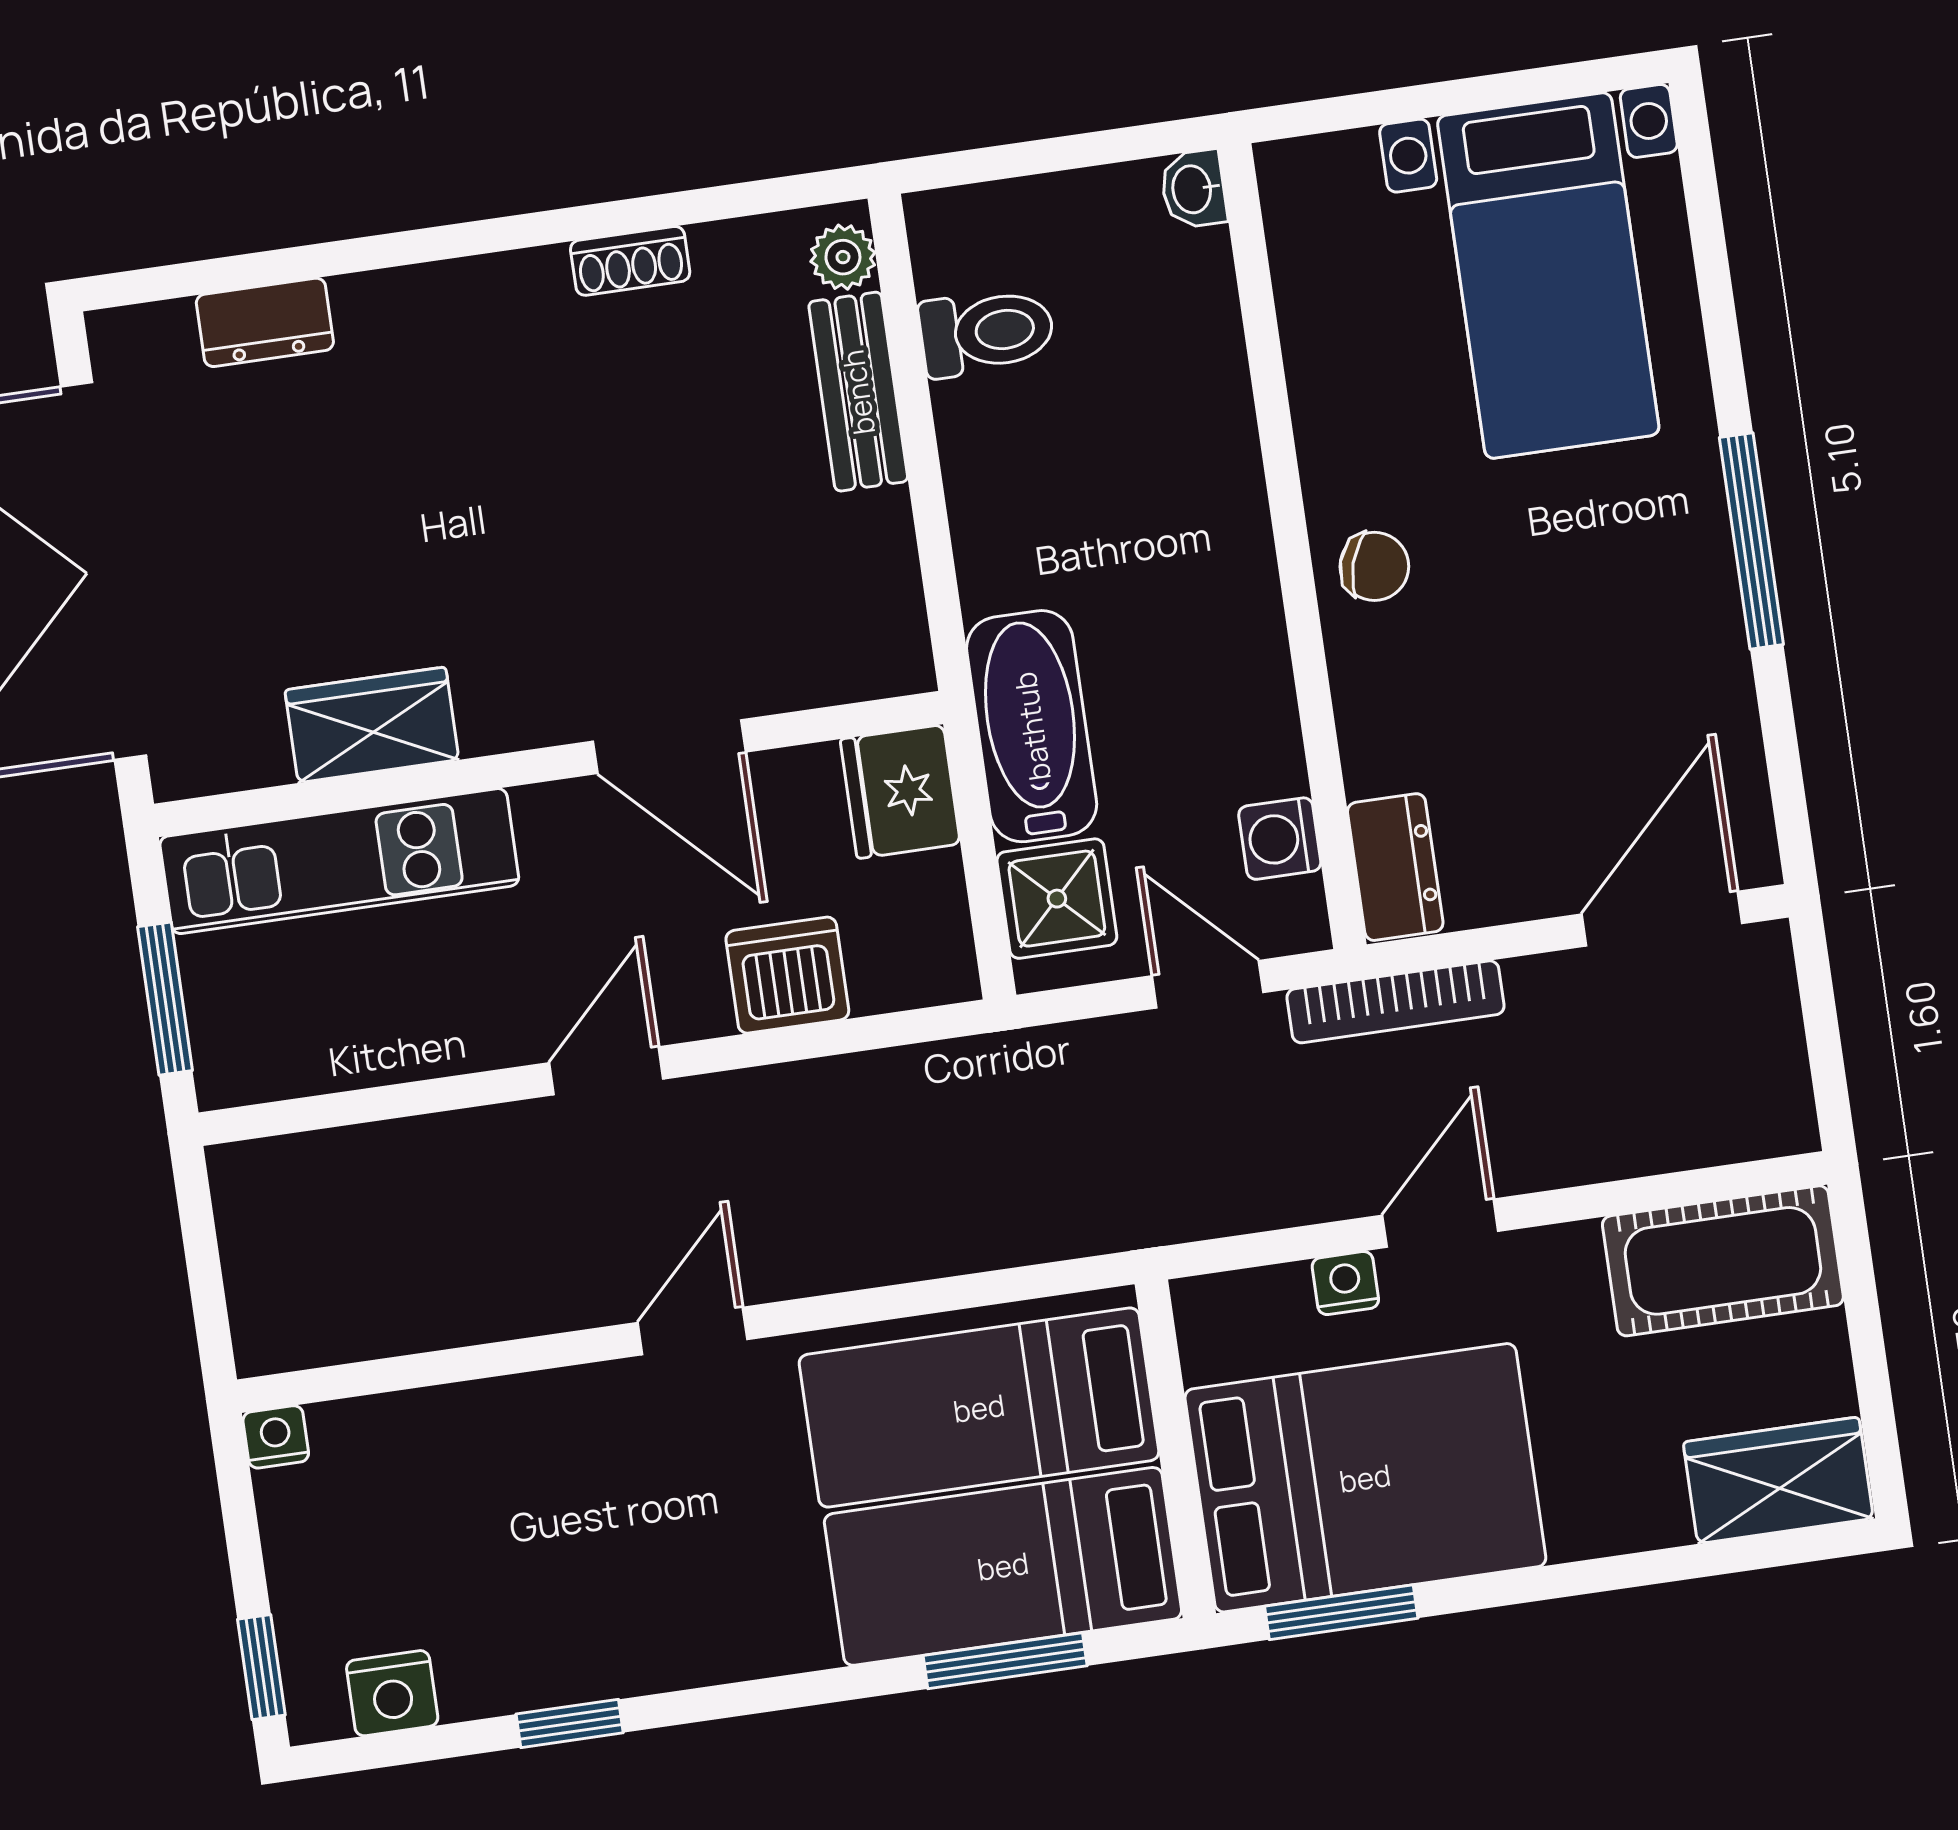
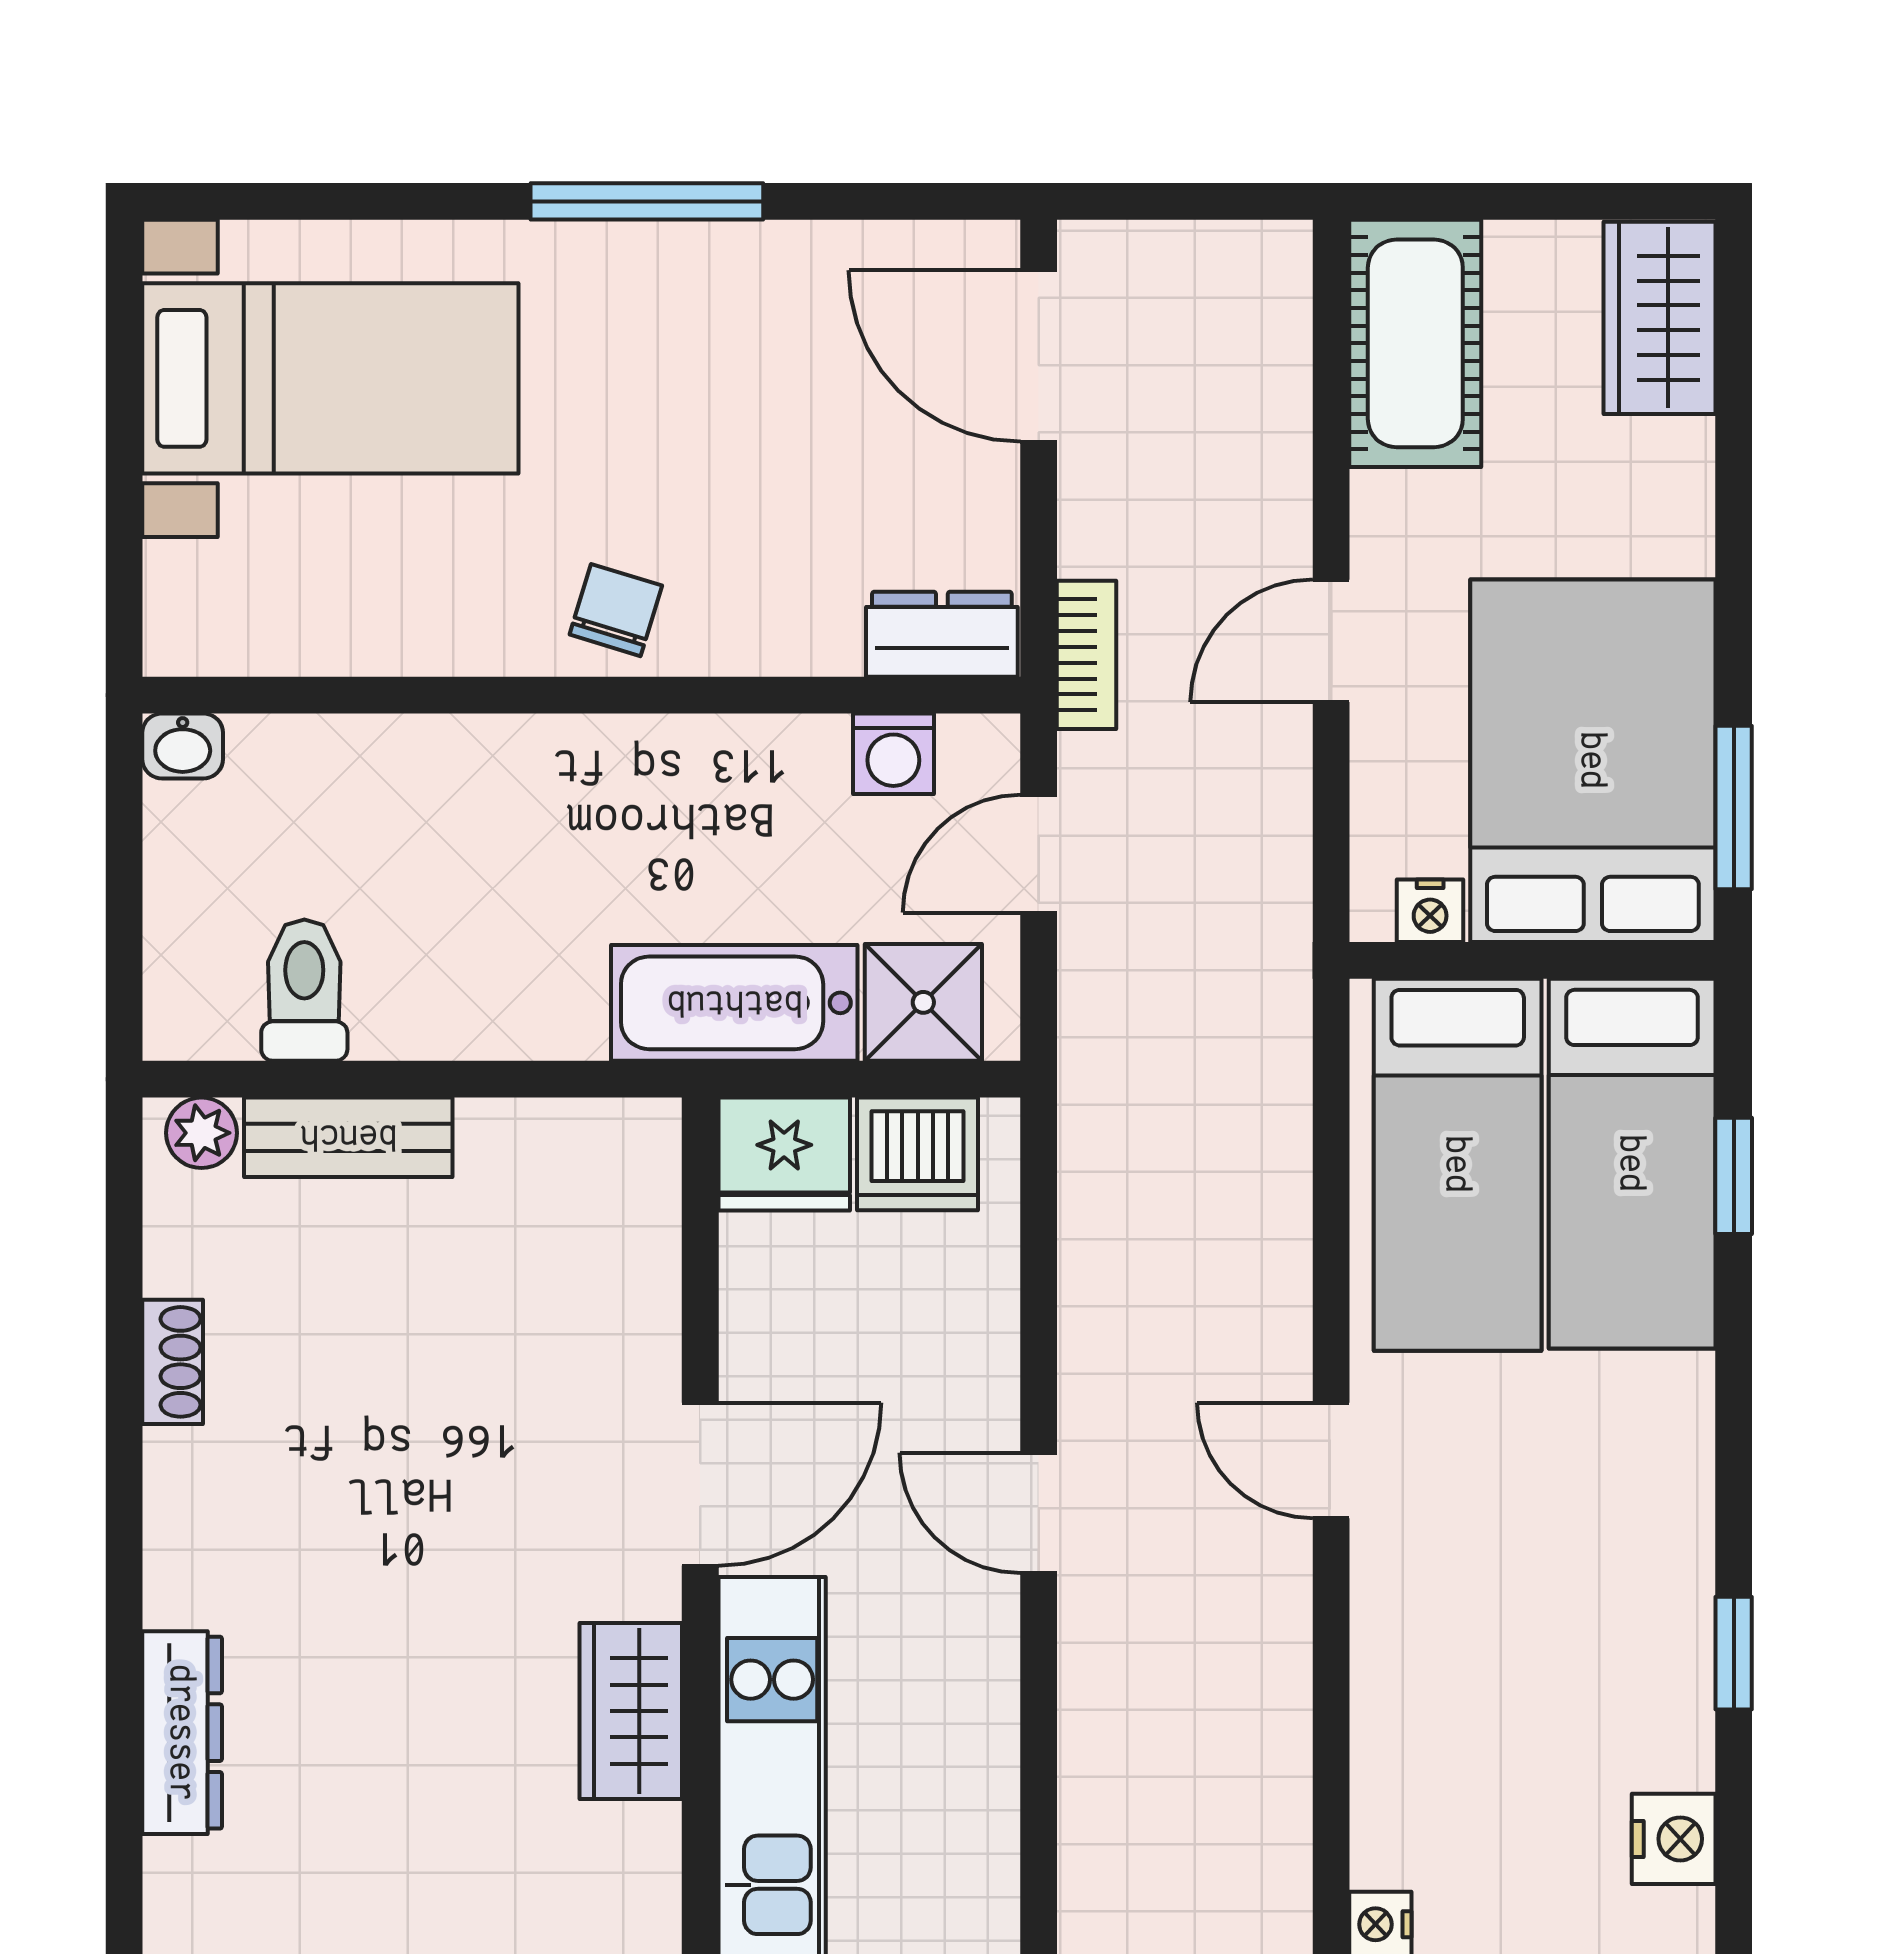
dresser: (265, 322) -> (182, 1733), width x1.44
door: (669, 747) -> (700, 1484), moved
dishwasher: (787, 975) -> (918, 1154), moved, turned -90
bookcase: (1395, 1002) -> (1087, 655), width x0.64
door: (1440, 1223) -> (1331, 641), hinge flipped
nightstand: (1345, 1283) -> (1430, 911), moved, turned -90
window: (1005, 1661) -> (1734, 1176), width x0.67

